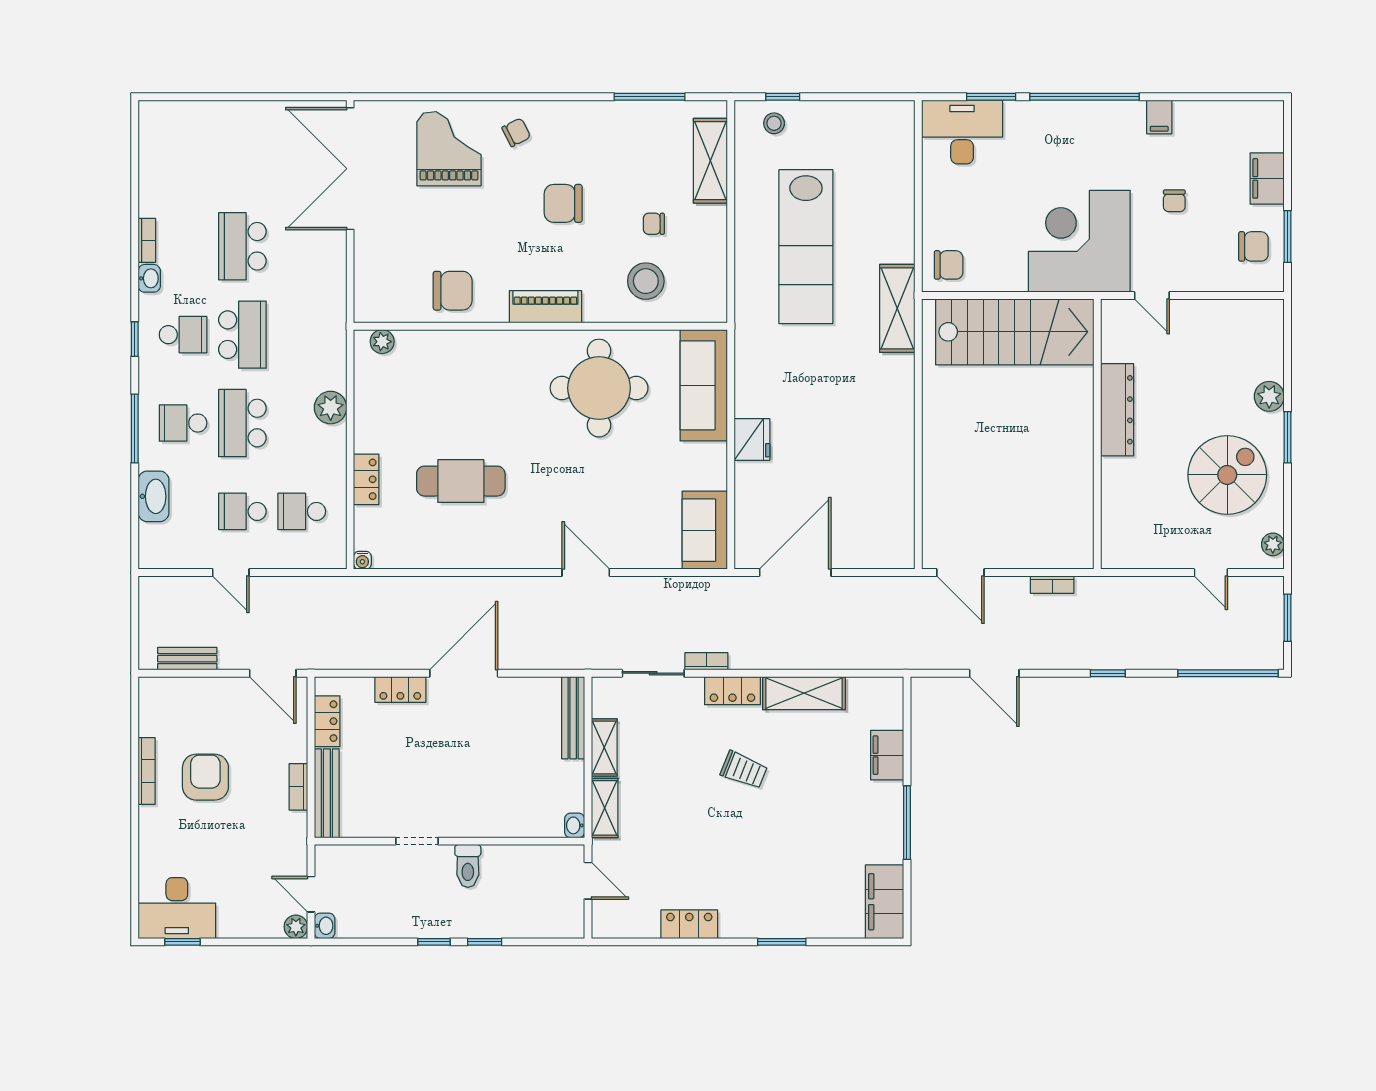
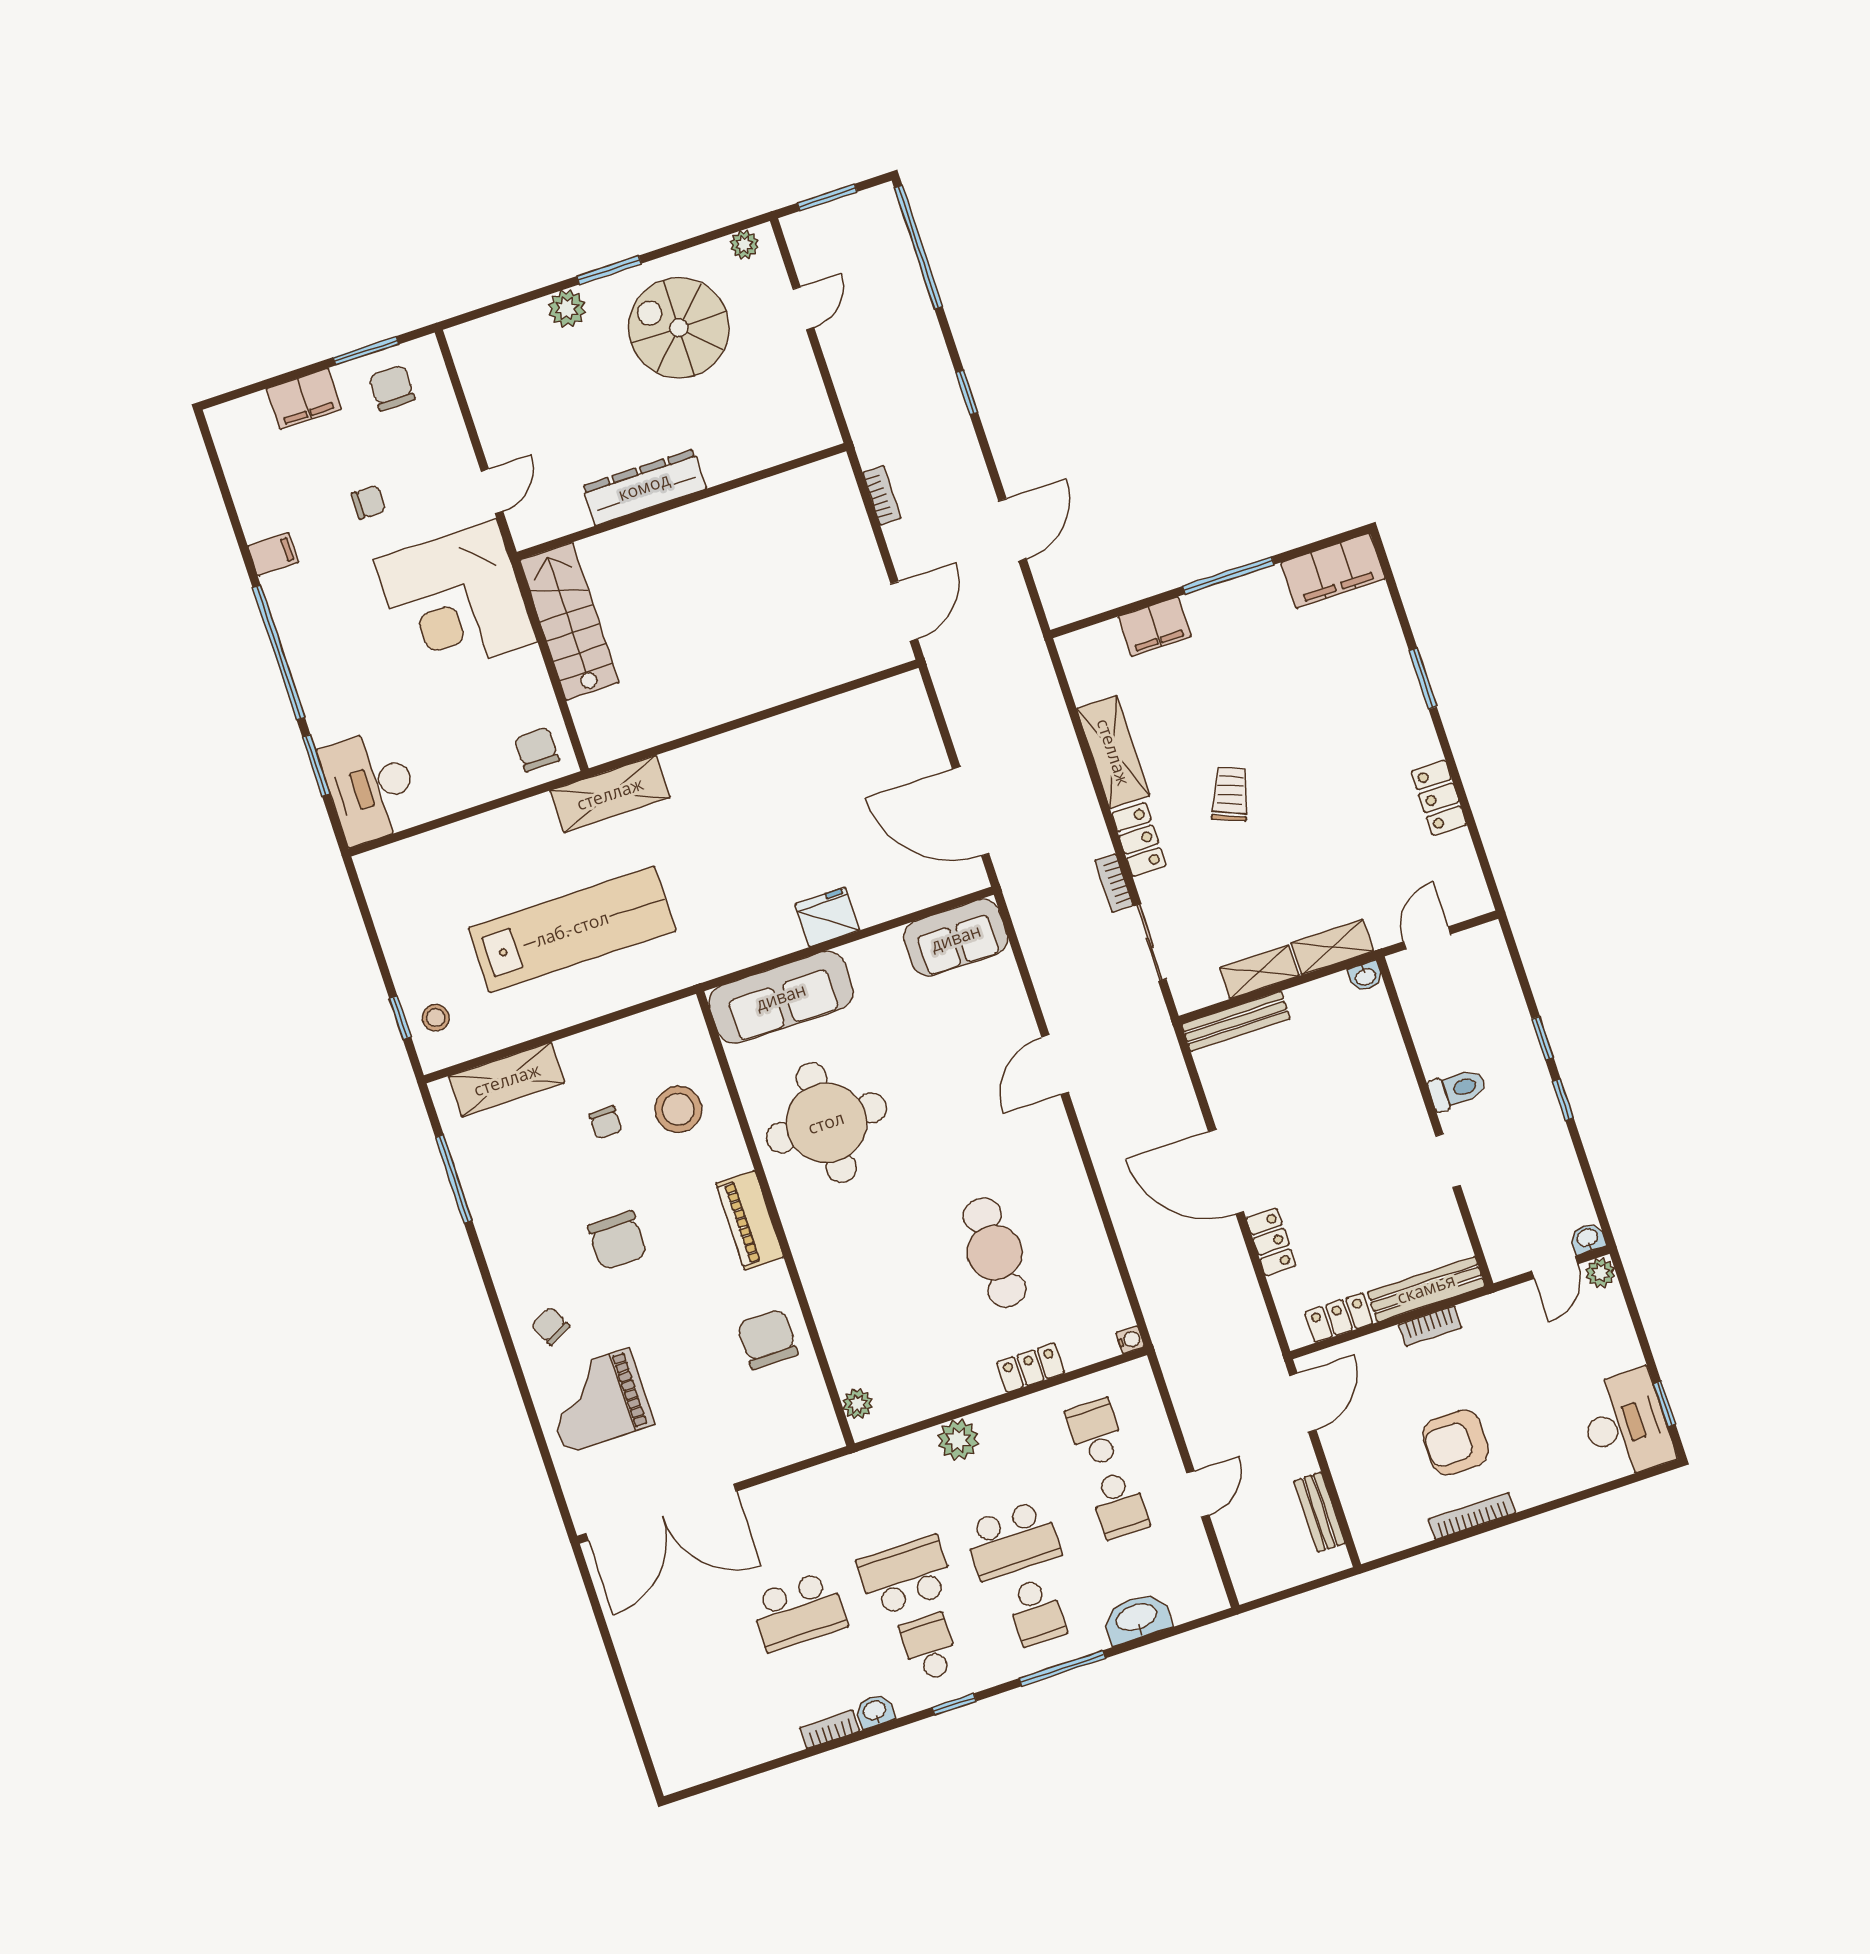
stairs: (1015, 332) -> (569, 621), width x0.73, depth x0.66
school desk: (302, 511) -> (1095, 1433), turned 180

